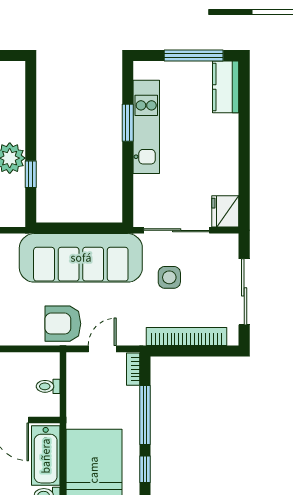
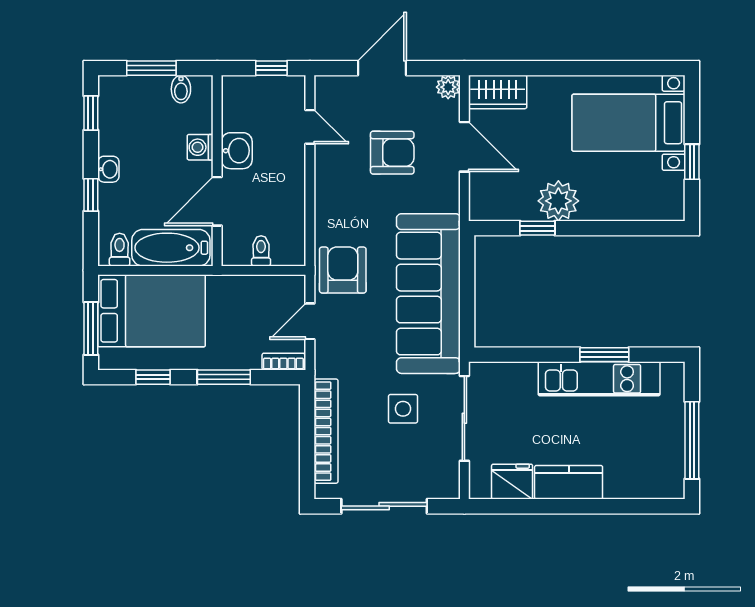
kitchen counter: (226, 87) -> (569, 482), moved
fridge: (225, 211) -> (512, 482), moved
door: (102, 349) -> (310, 321), swing flipped
window: (145, 415) -> (224, 377), width x0.69

